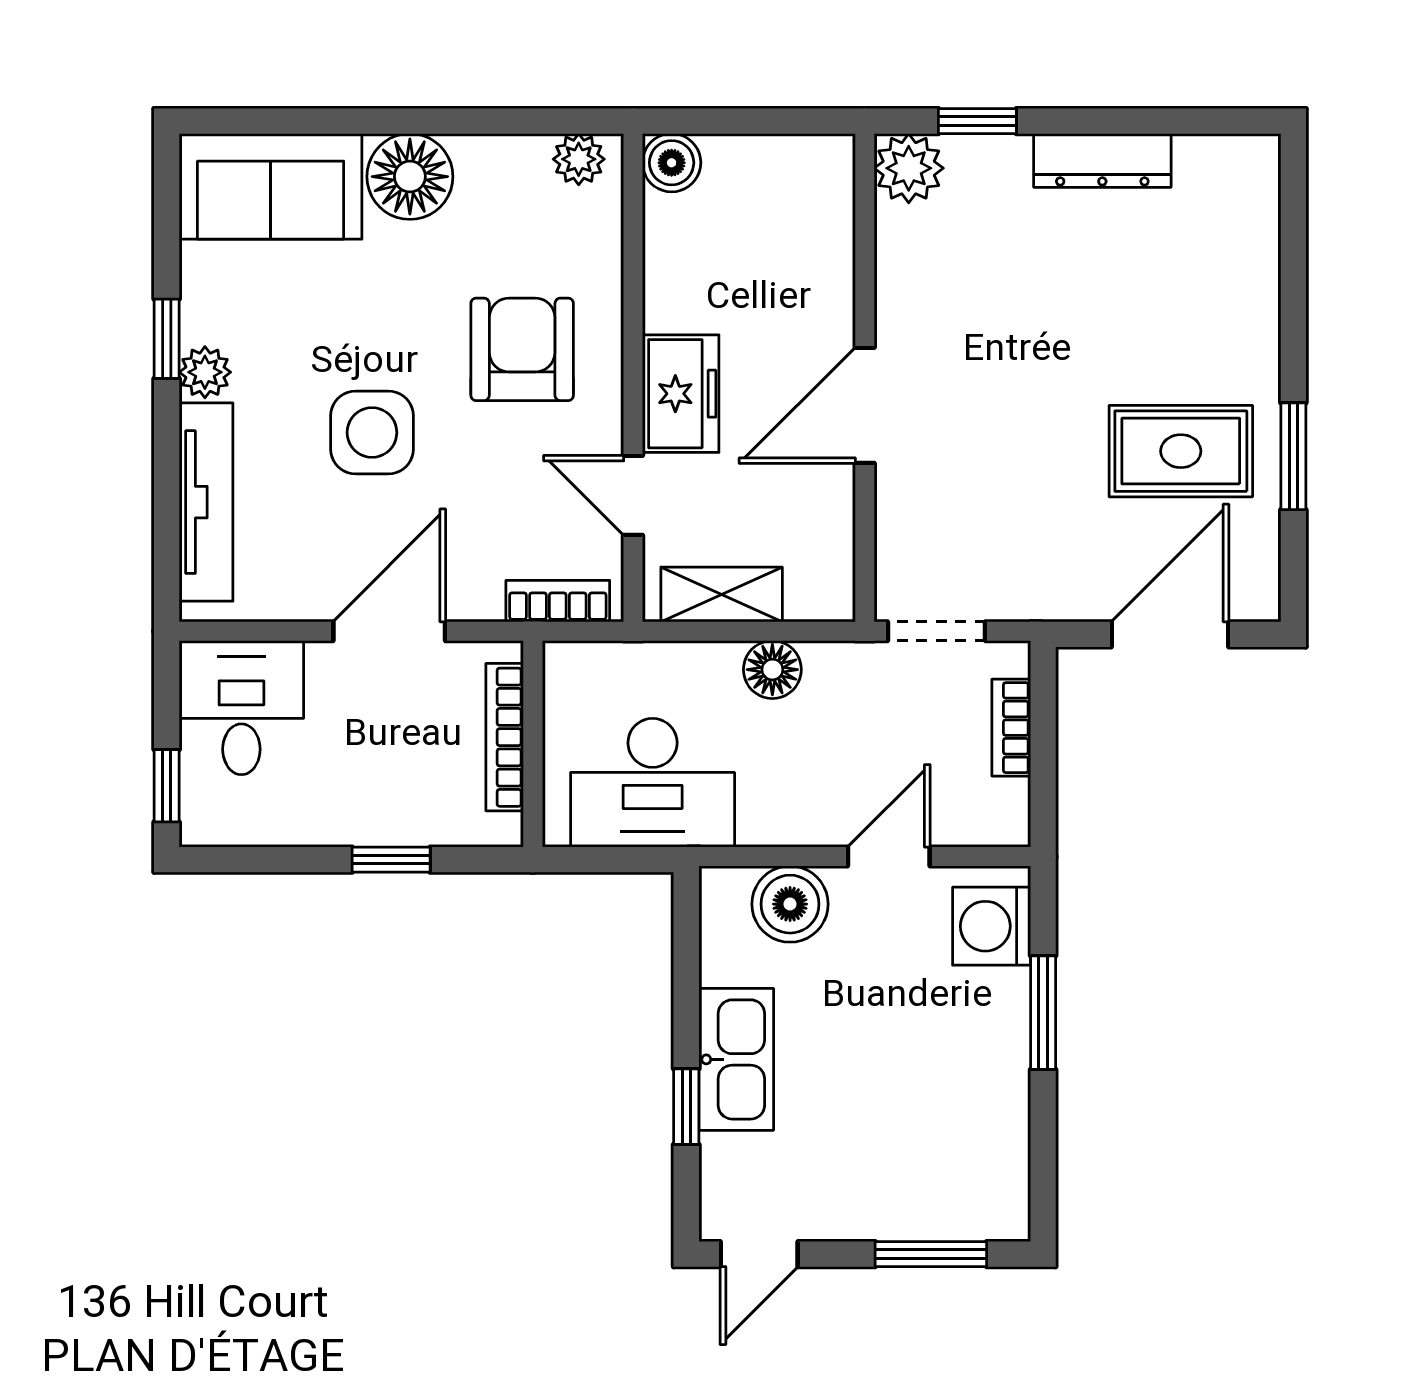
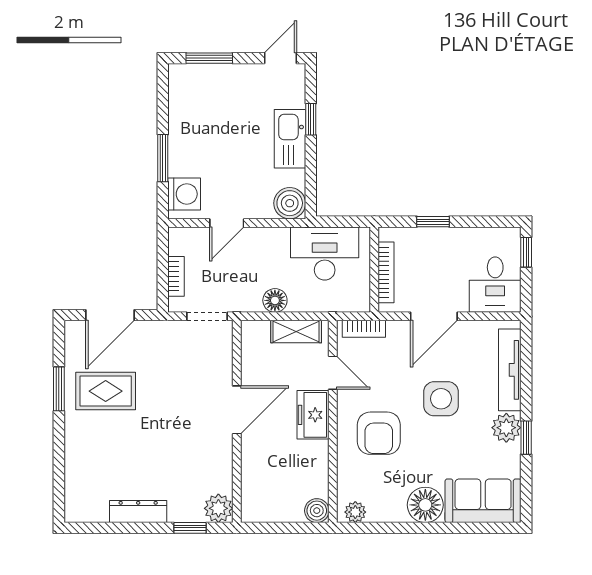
plant: (205, 372) -> (506, 428), width x1.38, depth x1.38
boiler: (790, 904) -> (290, 203), moved

